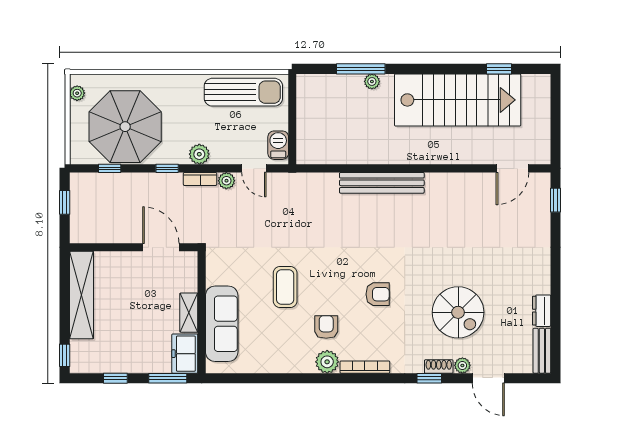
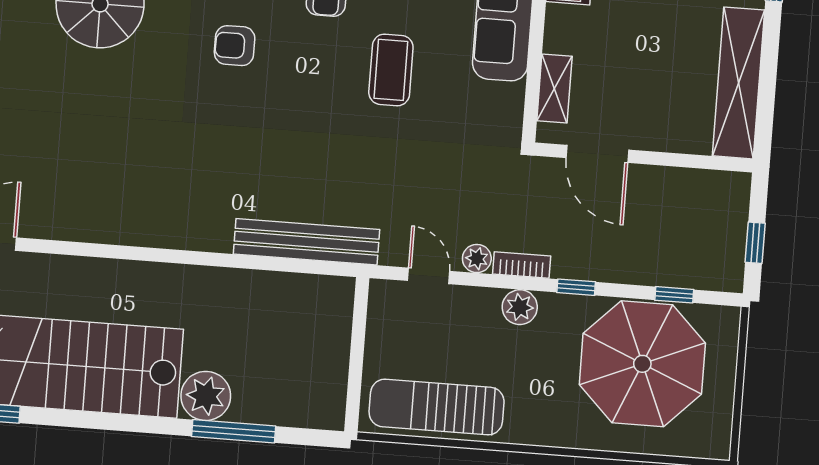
plant: (372, 81) -> (206, 396), width x1.87, depth x1.87
plant: (77, 93) -> (720, 427), removed
barbecue: (278, 145) -> (384, 312), removed
bench: (382, 183) -> (306, 242), moved
shelving: (189, 313) -> (554, 88), moved

